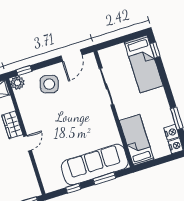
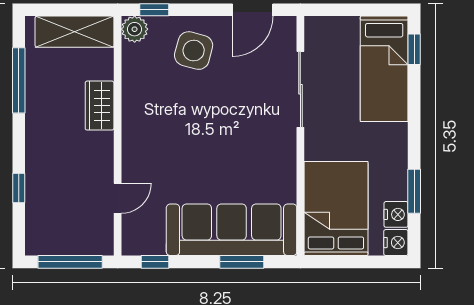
bed: (137, 140) -> (336, 209), width x1.50
door: (28, 143) -> (118, 198), moved
window: (73, 188) -> (155, 262), moved

